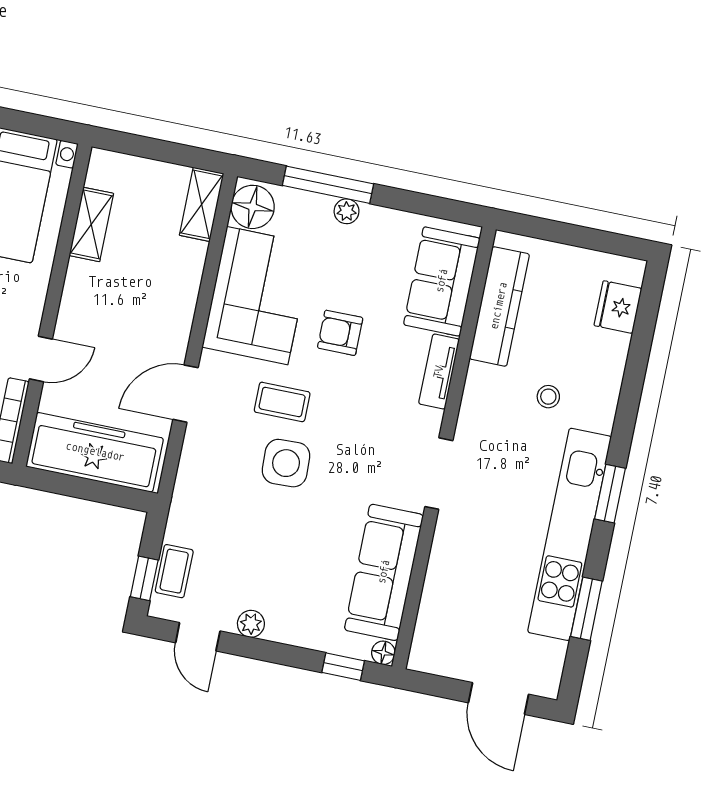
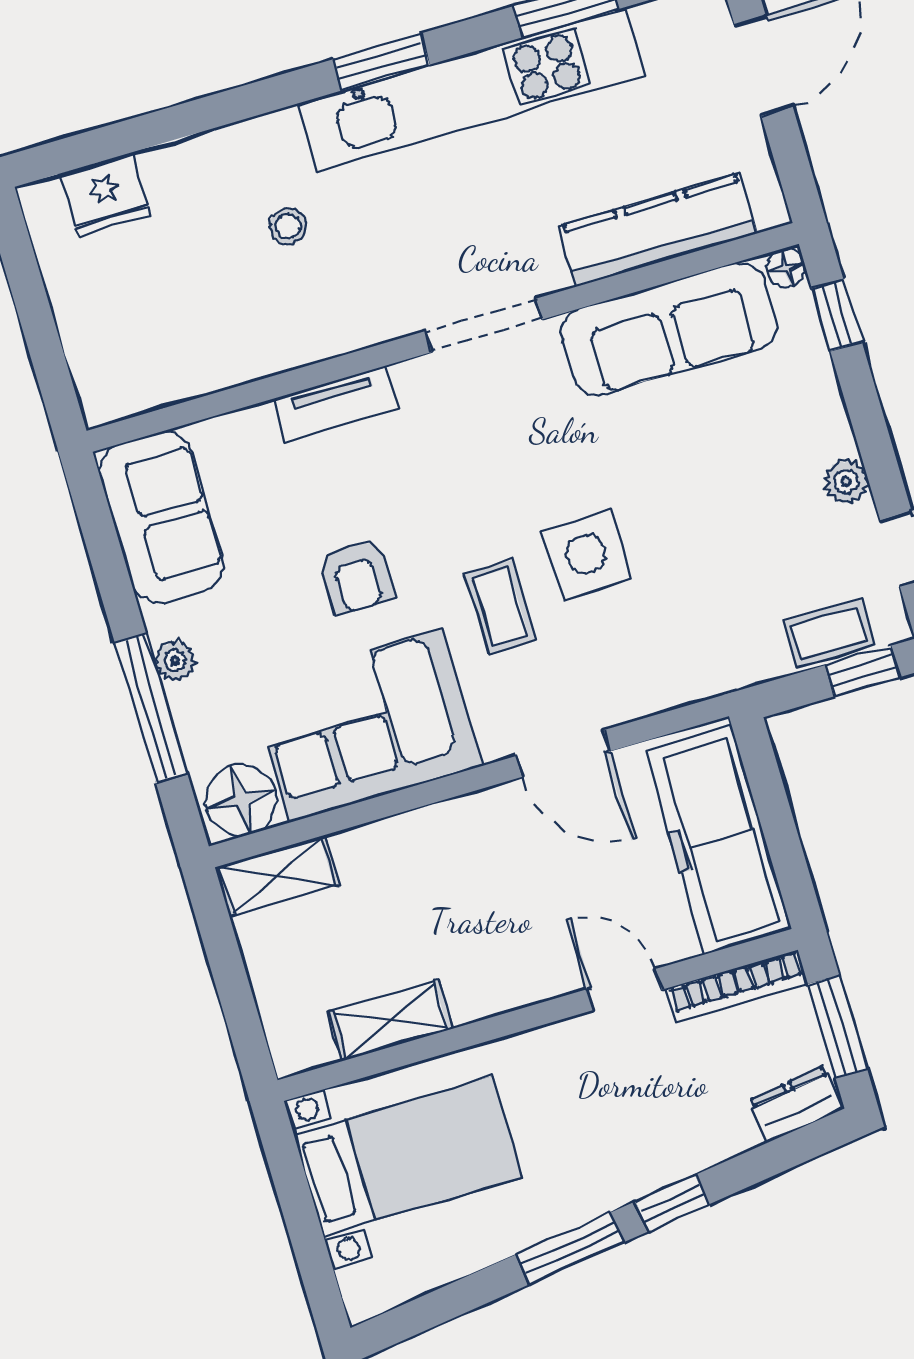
sofa: (442, 281) -> (161, 517), moved, turned -90
kitchen counter: (499, 306) -> (658, 230), moved

